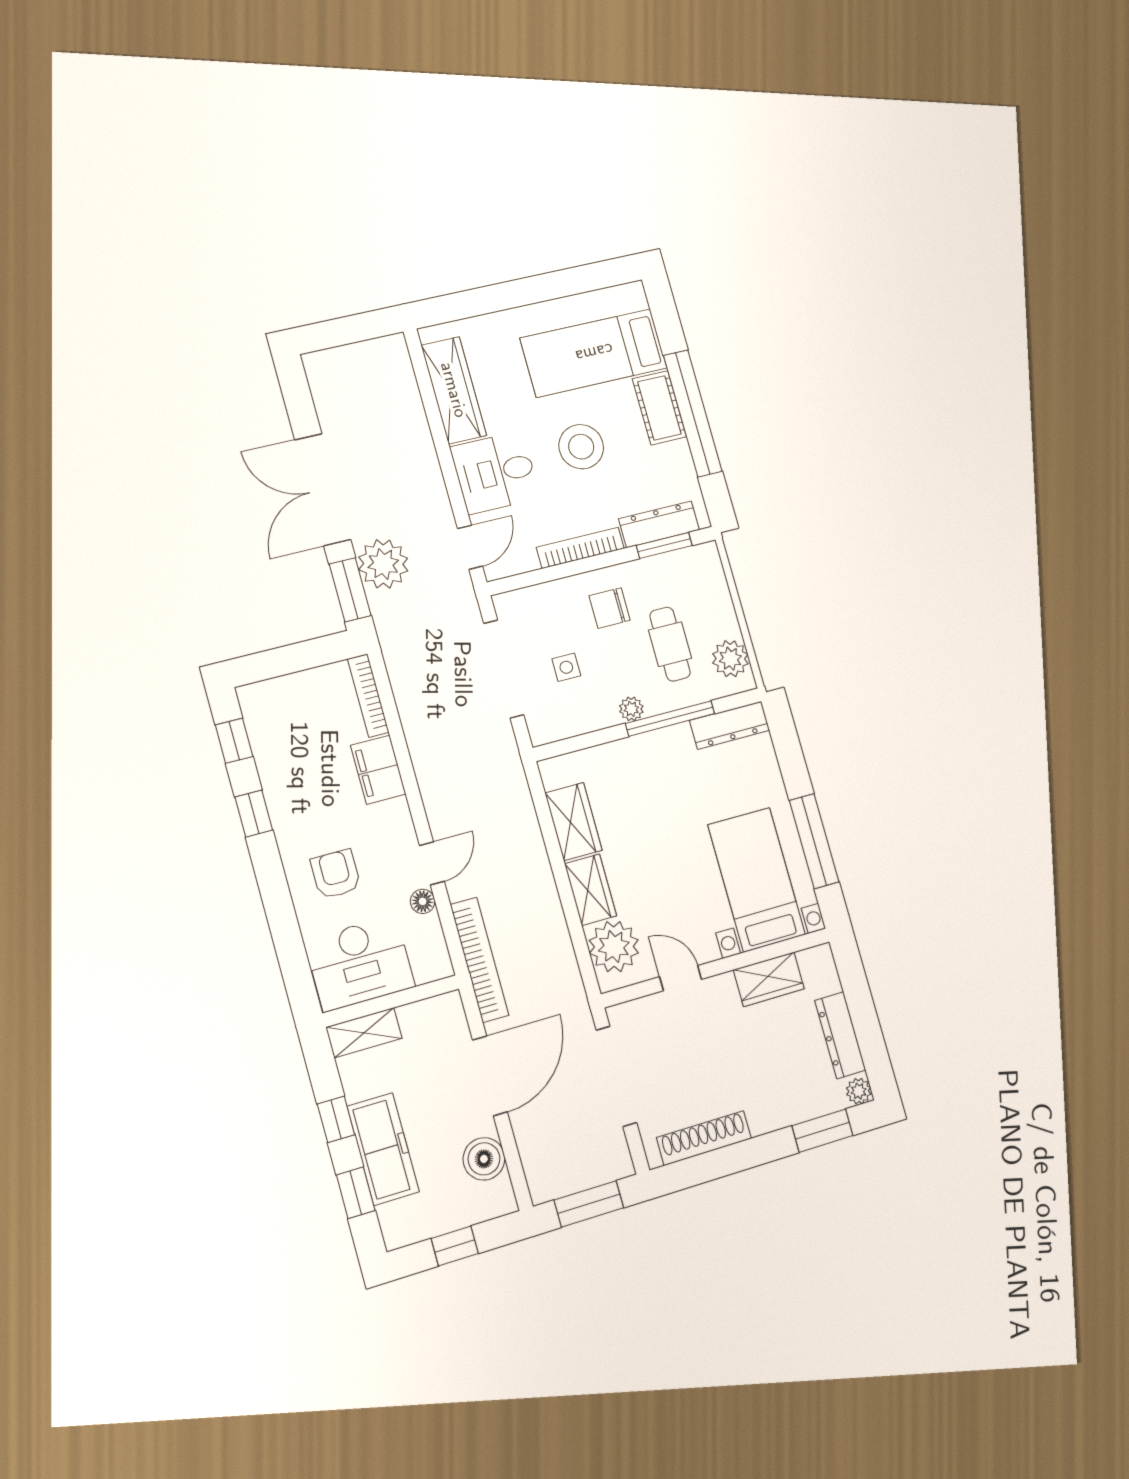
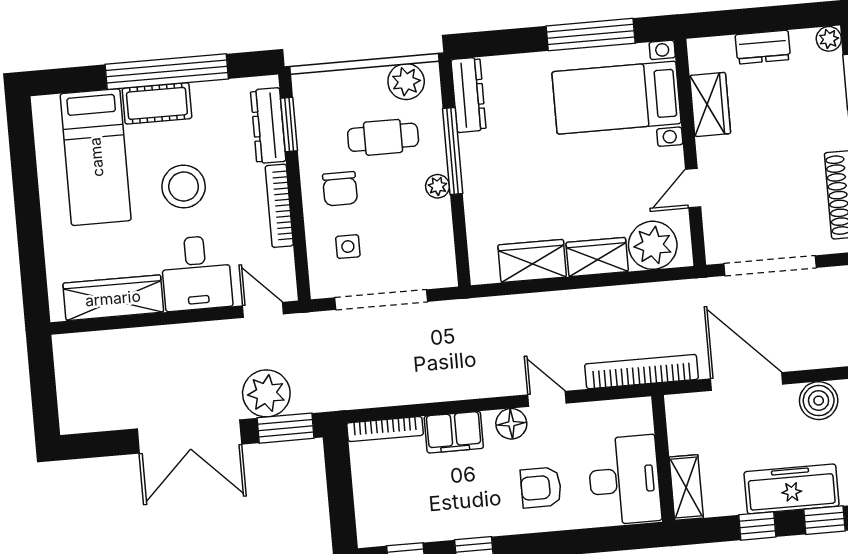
side table: (566, 667) -> (348, 247), moved
floor lamp: (423, 901) -> (511, 424), moved, width x1.37, depth x1.37
dresser: (840, 1035) -> (763, 47), width x0.70

